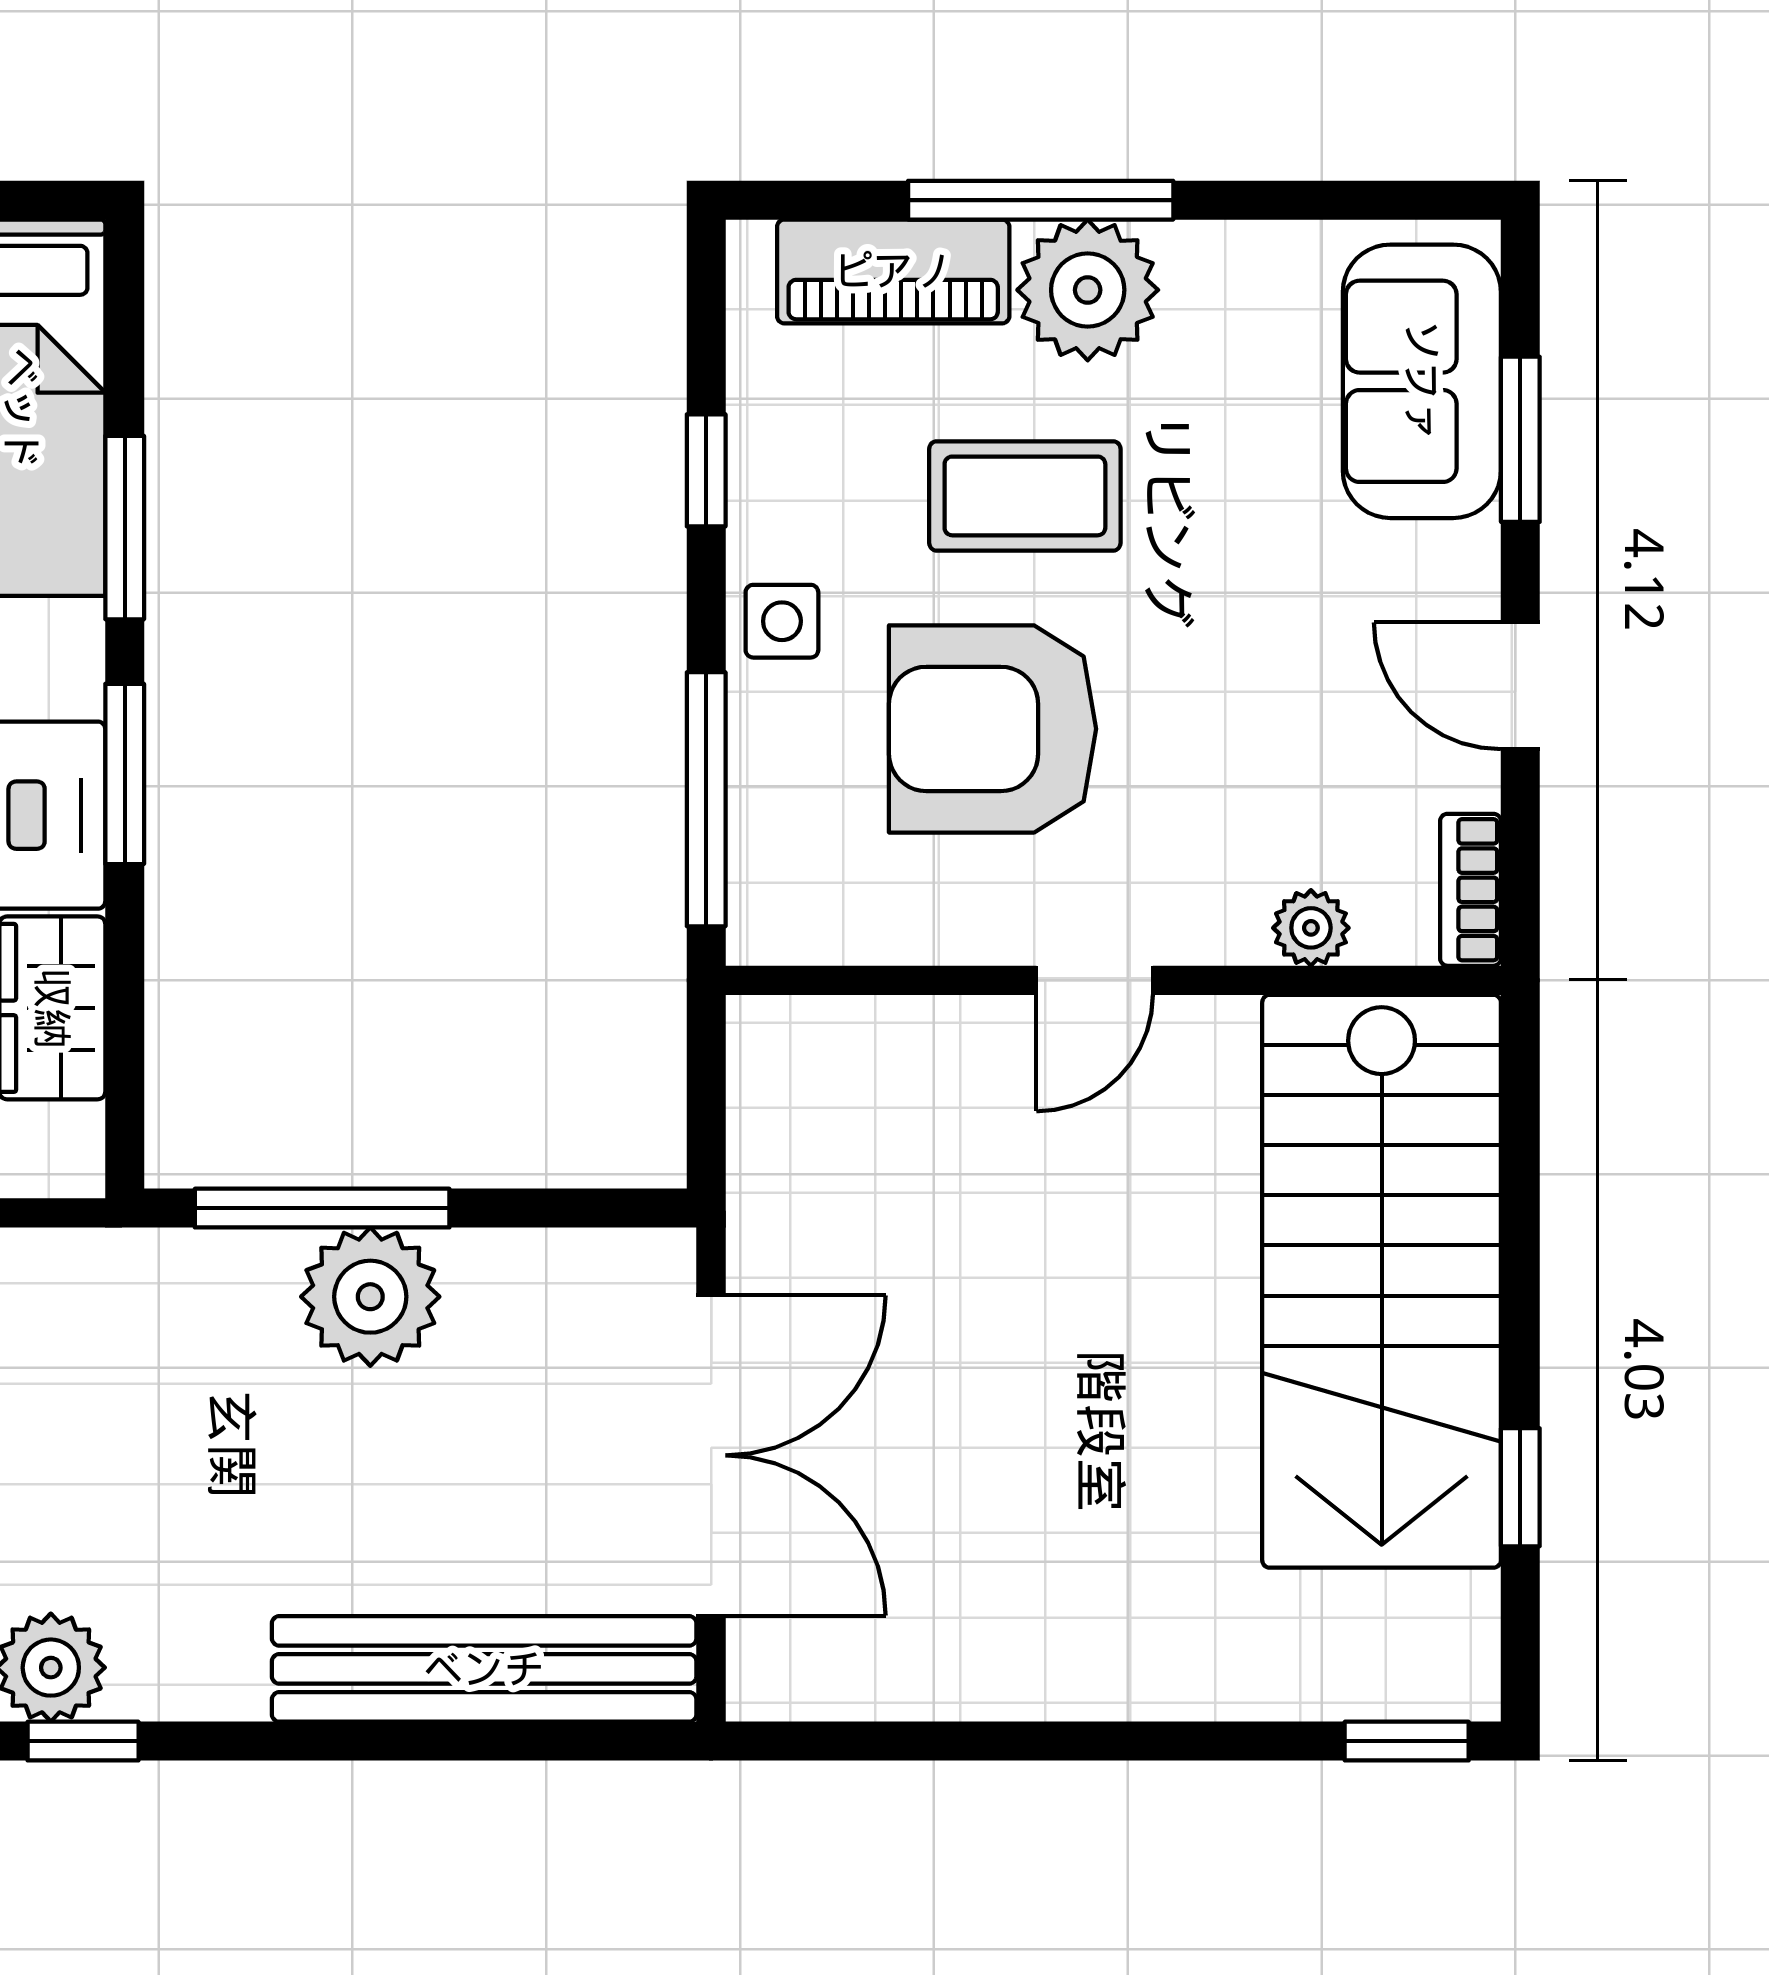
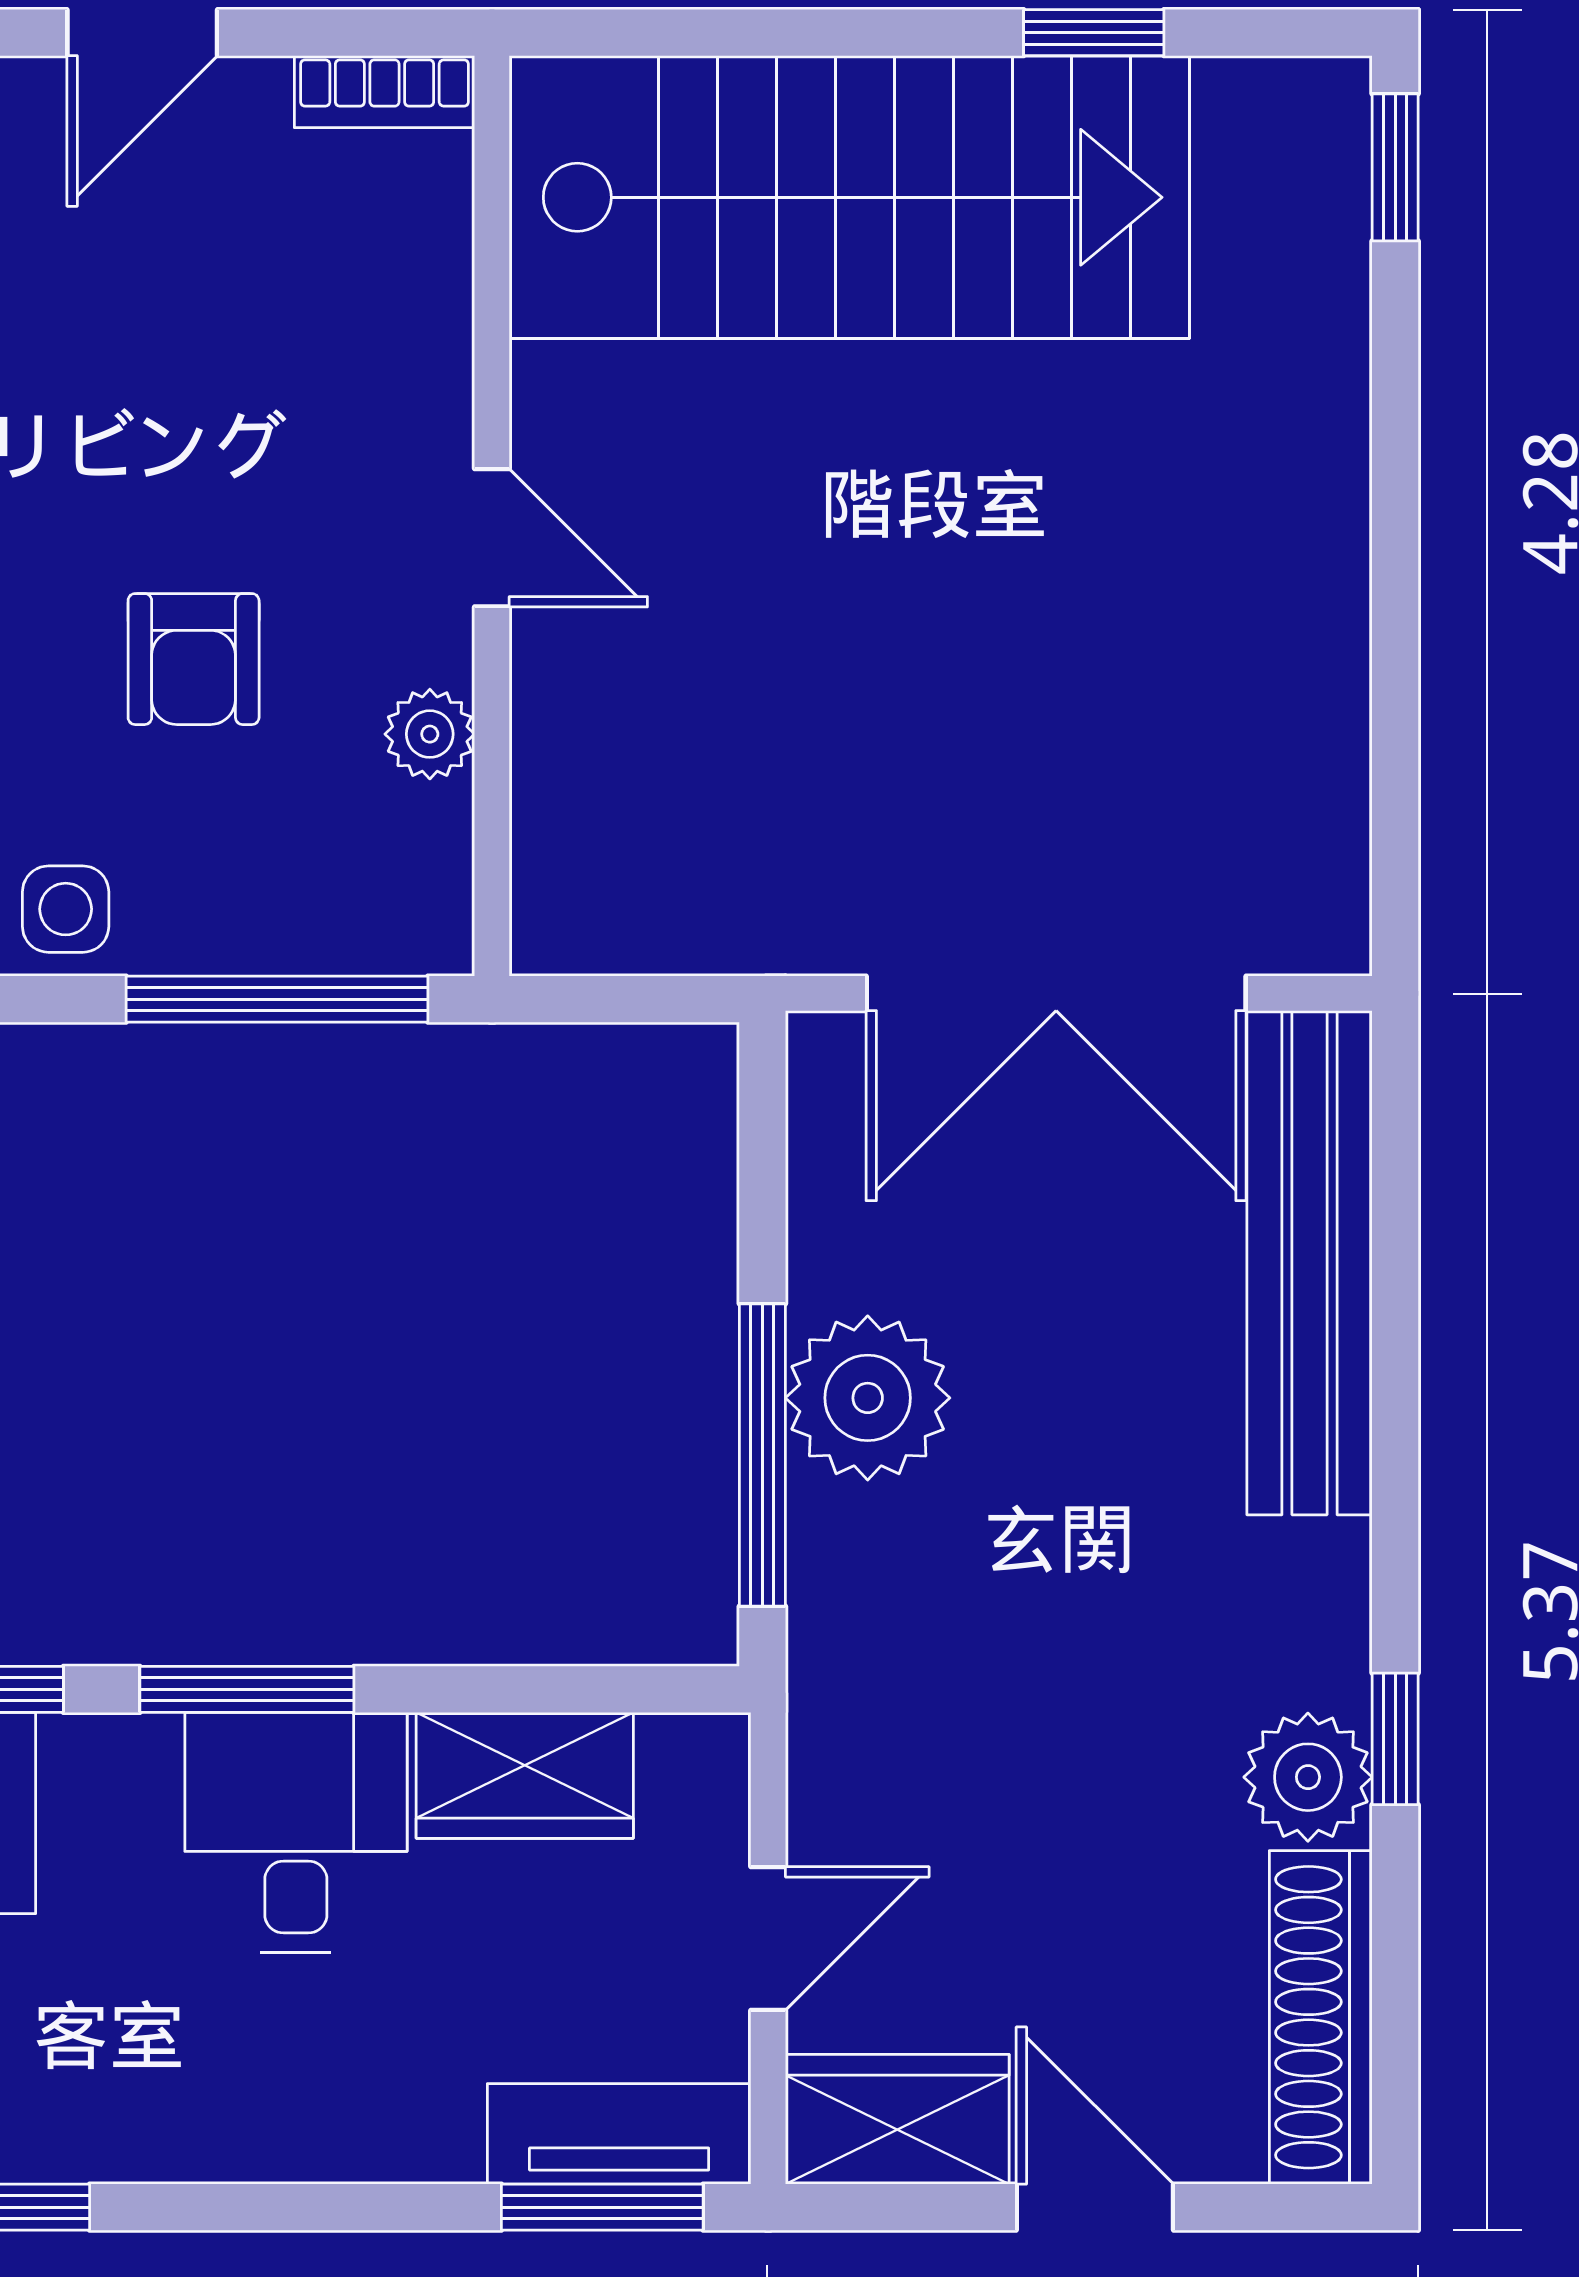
armchair: (993, 729) -> (194, 659), width x0.53, depth x0.53
plant: (1311, 928) -> (430, 734), moved
double door: (711, 1455) -> (1056, 993), swing flipped

